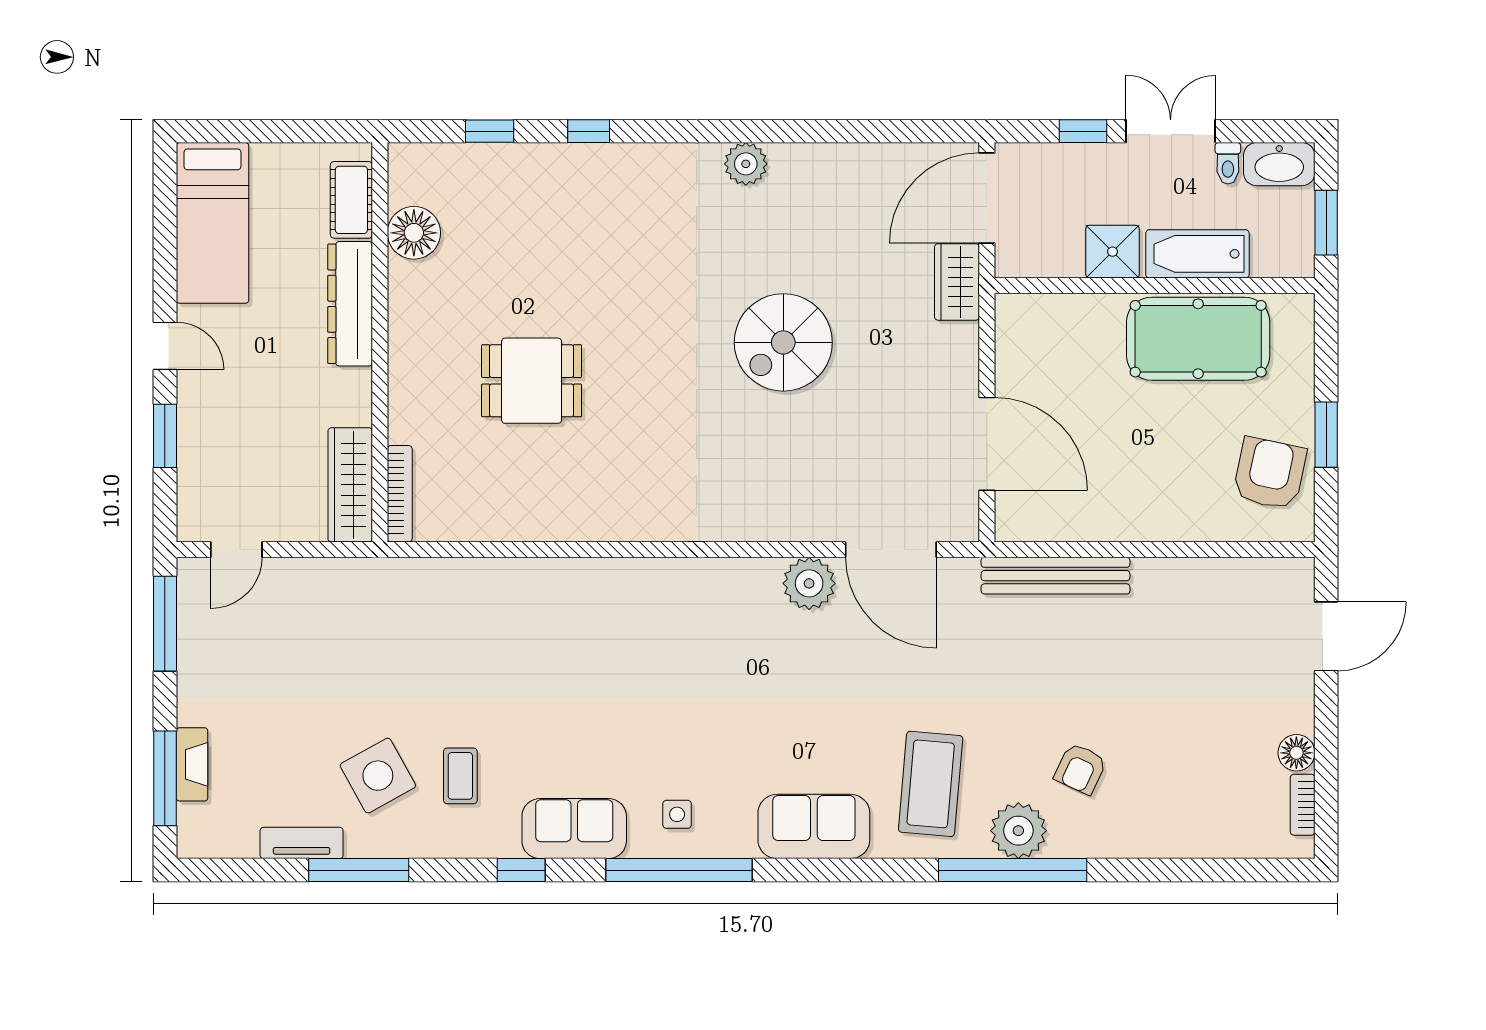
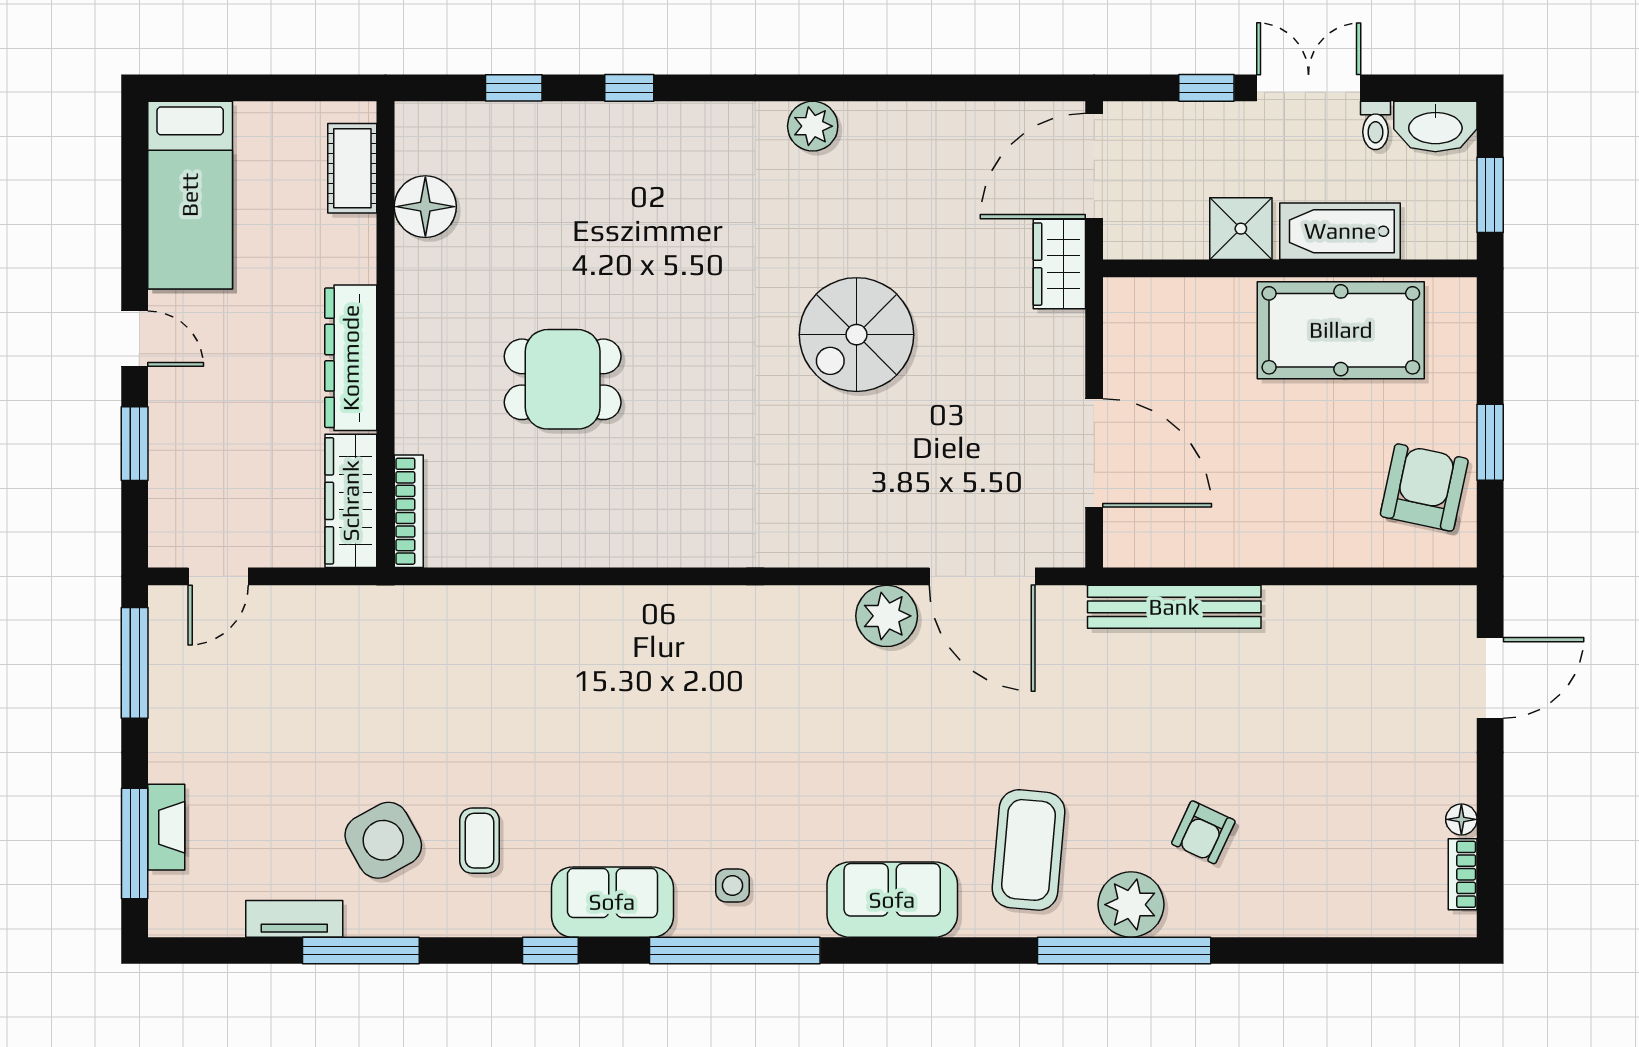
dresser: (350, 304) -> (351, 358), moved
floor lamp: (1296, 753) -> (1461, 819), width x0.73, depth x0.73

